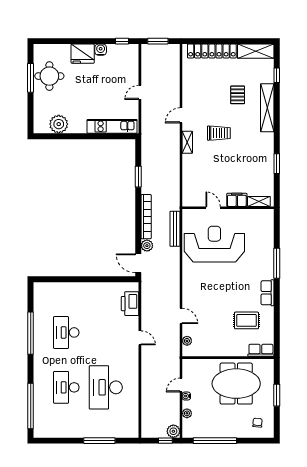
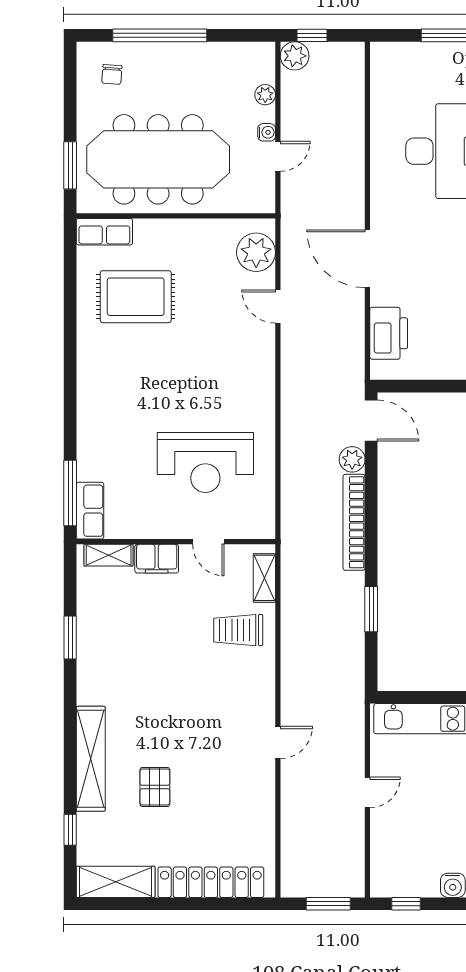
trolley: (219, 133) -> (238, 630), moved
shelving: (187, 142) -> (264, 578), moved
bench: (175, 229) -> (291, 496), removed
reception desk: (214, 244) -> (205, 462), width x0.74, depth x0.77
window: (277, 263) -> (70, 493), moved
row of seats: (268, 293) -> (90, 511), moved
rug: (246, 320) -> (136, 297), width x1.36, depth x1.43
door: (140, 338) -> (367, 259), width x1.88
plant: (187, 341) -> (256, 252), width x1.87, depth x1.87
meeting table: (236, 384) -> (158, 159), width x1.36
window: (277, 395) -> (70, 165), moved
window: (215, 441) -> (160, 35), moved

